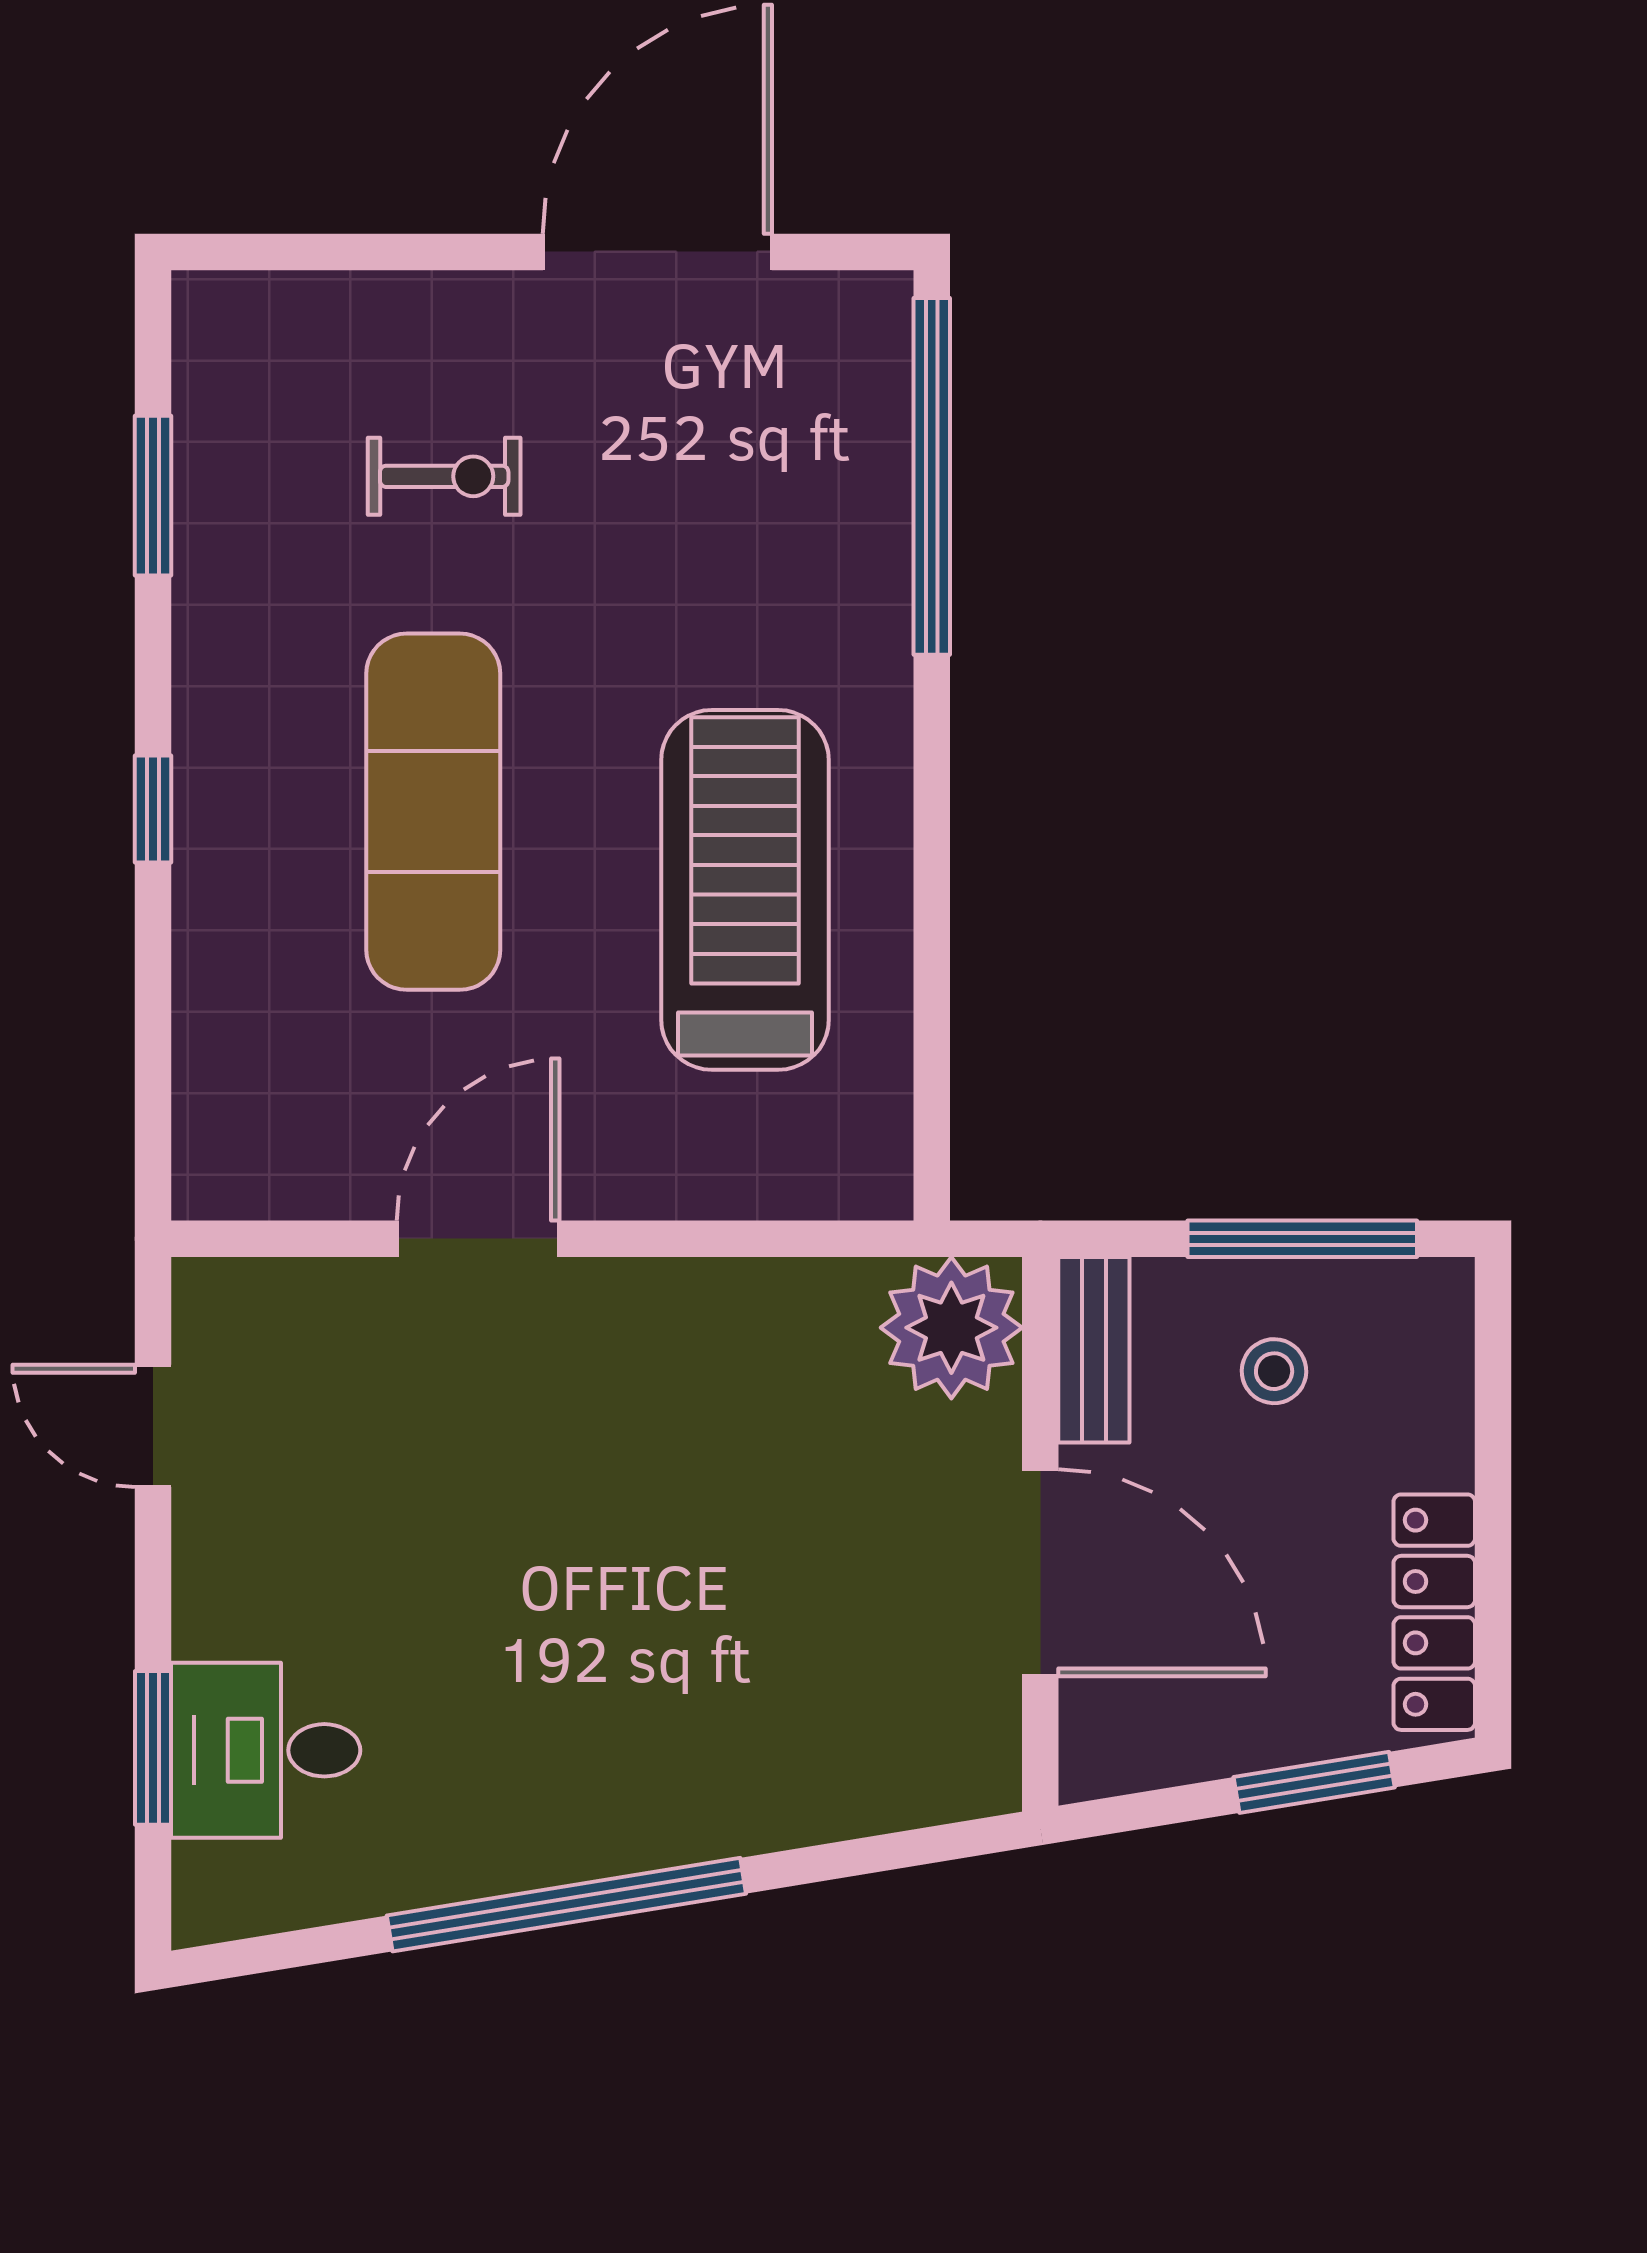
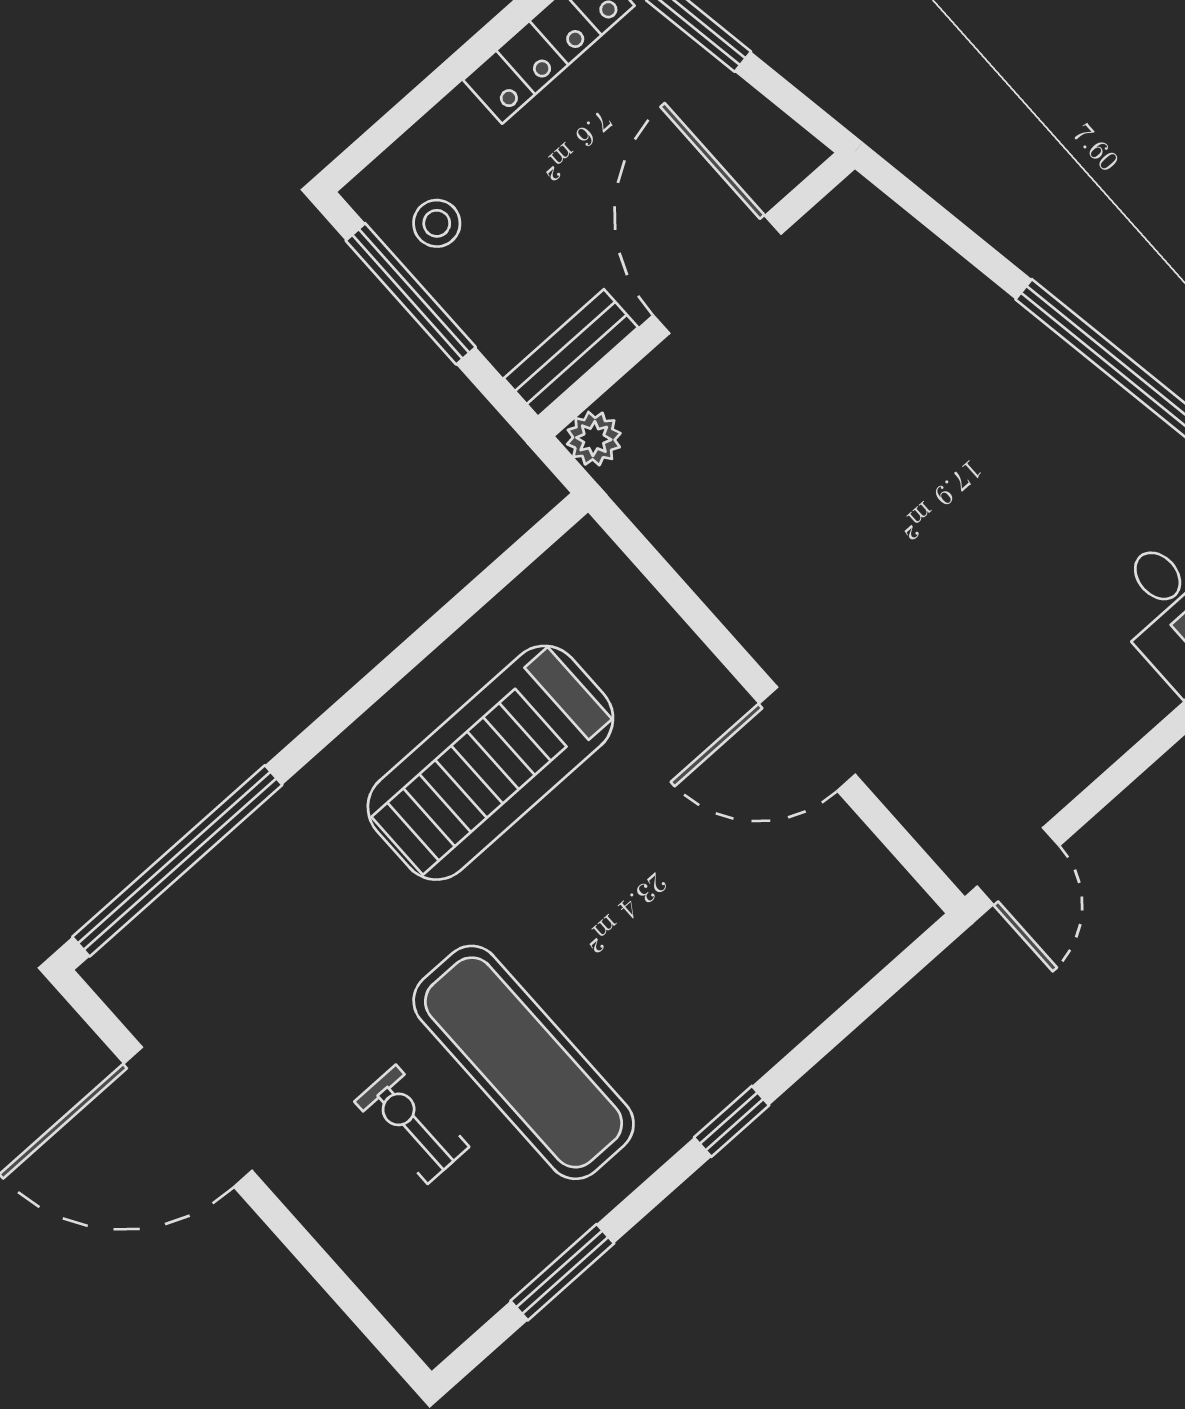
exercise mat: (433, 812) -> (524, 1062), moved, turned 90
plant: (951, 1328) -> (594, 439), width x0.53, depth x0.53
stool: (1274, 1371) -> (437, 223), moved
door: (153, 1426) -> (1018, 866), moved

